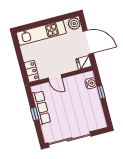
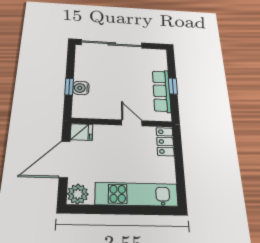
door: (88, 42) -> (65, 159), hinge flipped
water cooler: (91, 83) -> (81, 88), moved
sliding door: (70, 139) -> (112, 44), moved

